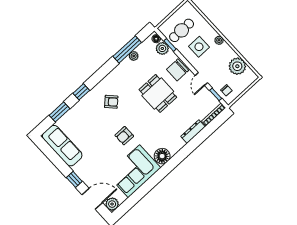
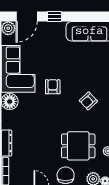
dining table: (158, 93) -> (78, 146), moved

